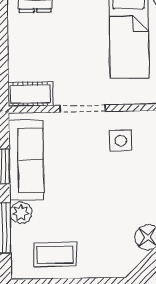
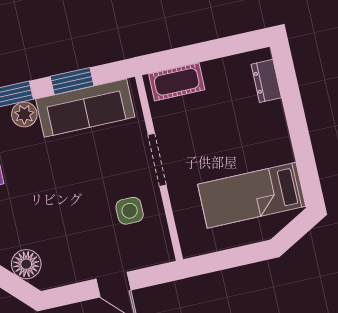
cot: (30, 94) -> (177, 82), moved, turned 90

